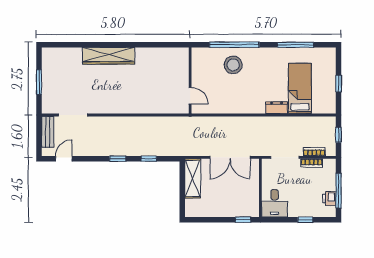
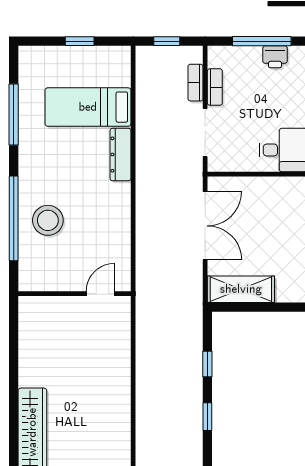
dresser: (277, 108) -> (120, 155), width x1.44

